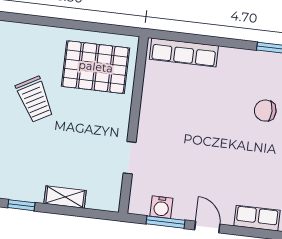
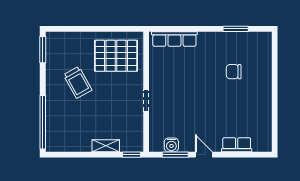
doorway: (130, 158) -> (146, 101), moved
window: (21, 205) -> (132, 155), moved

